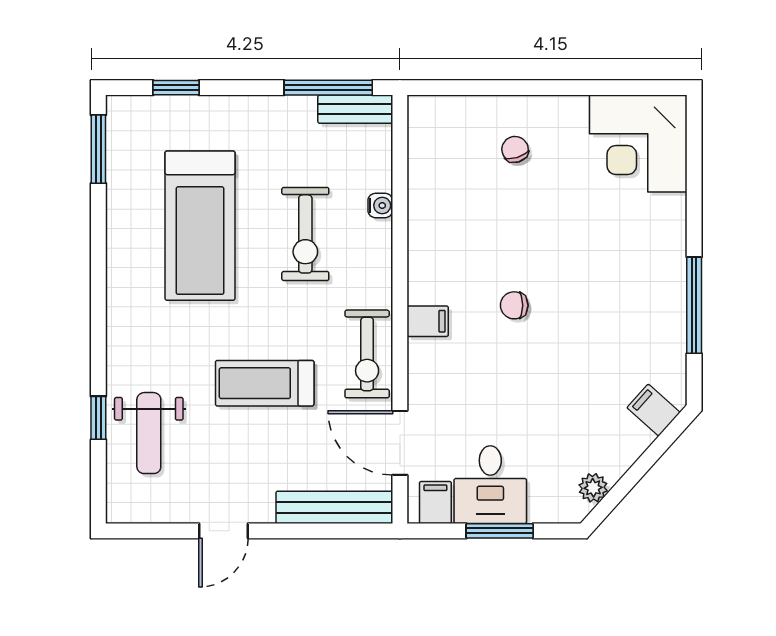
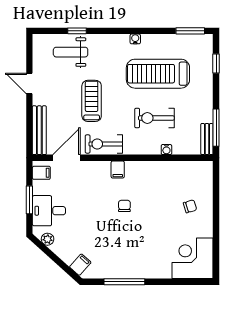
water cooler: (118, 280) -> (135, 39), added
desk: (490, 485) -> (49, 211), moved

